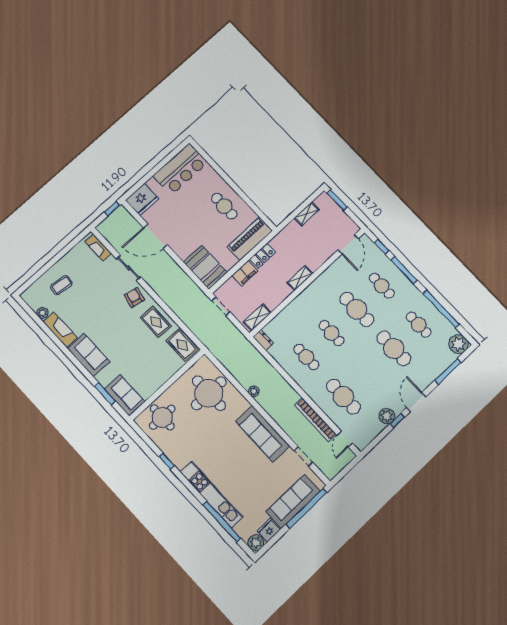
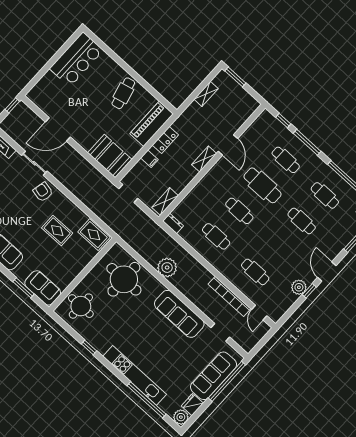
fridge: (142, 199) -> (41, 93), removed
cafe table: (224, 206) -> (123, 93), turned 76
door: (348, 244) -> (228, 145), moved
filing cabinet: (245, 273) -> (149, 159), width x0.50
rug: (156, 322) -> (57, 231), moved
cafe table: (394, 348) -> (302, 221), width x0.73, depth x0.74
plant: (254, 391) -> (167, 268), width x1.87, depth x1.87
cafe table: (343, 397) -> (255, 272), width x0.73, depth x0.74

